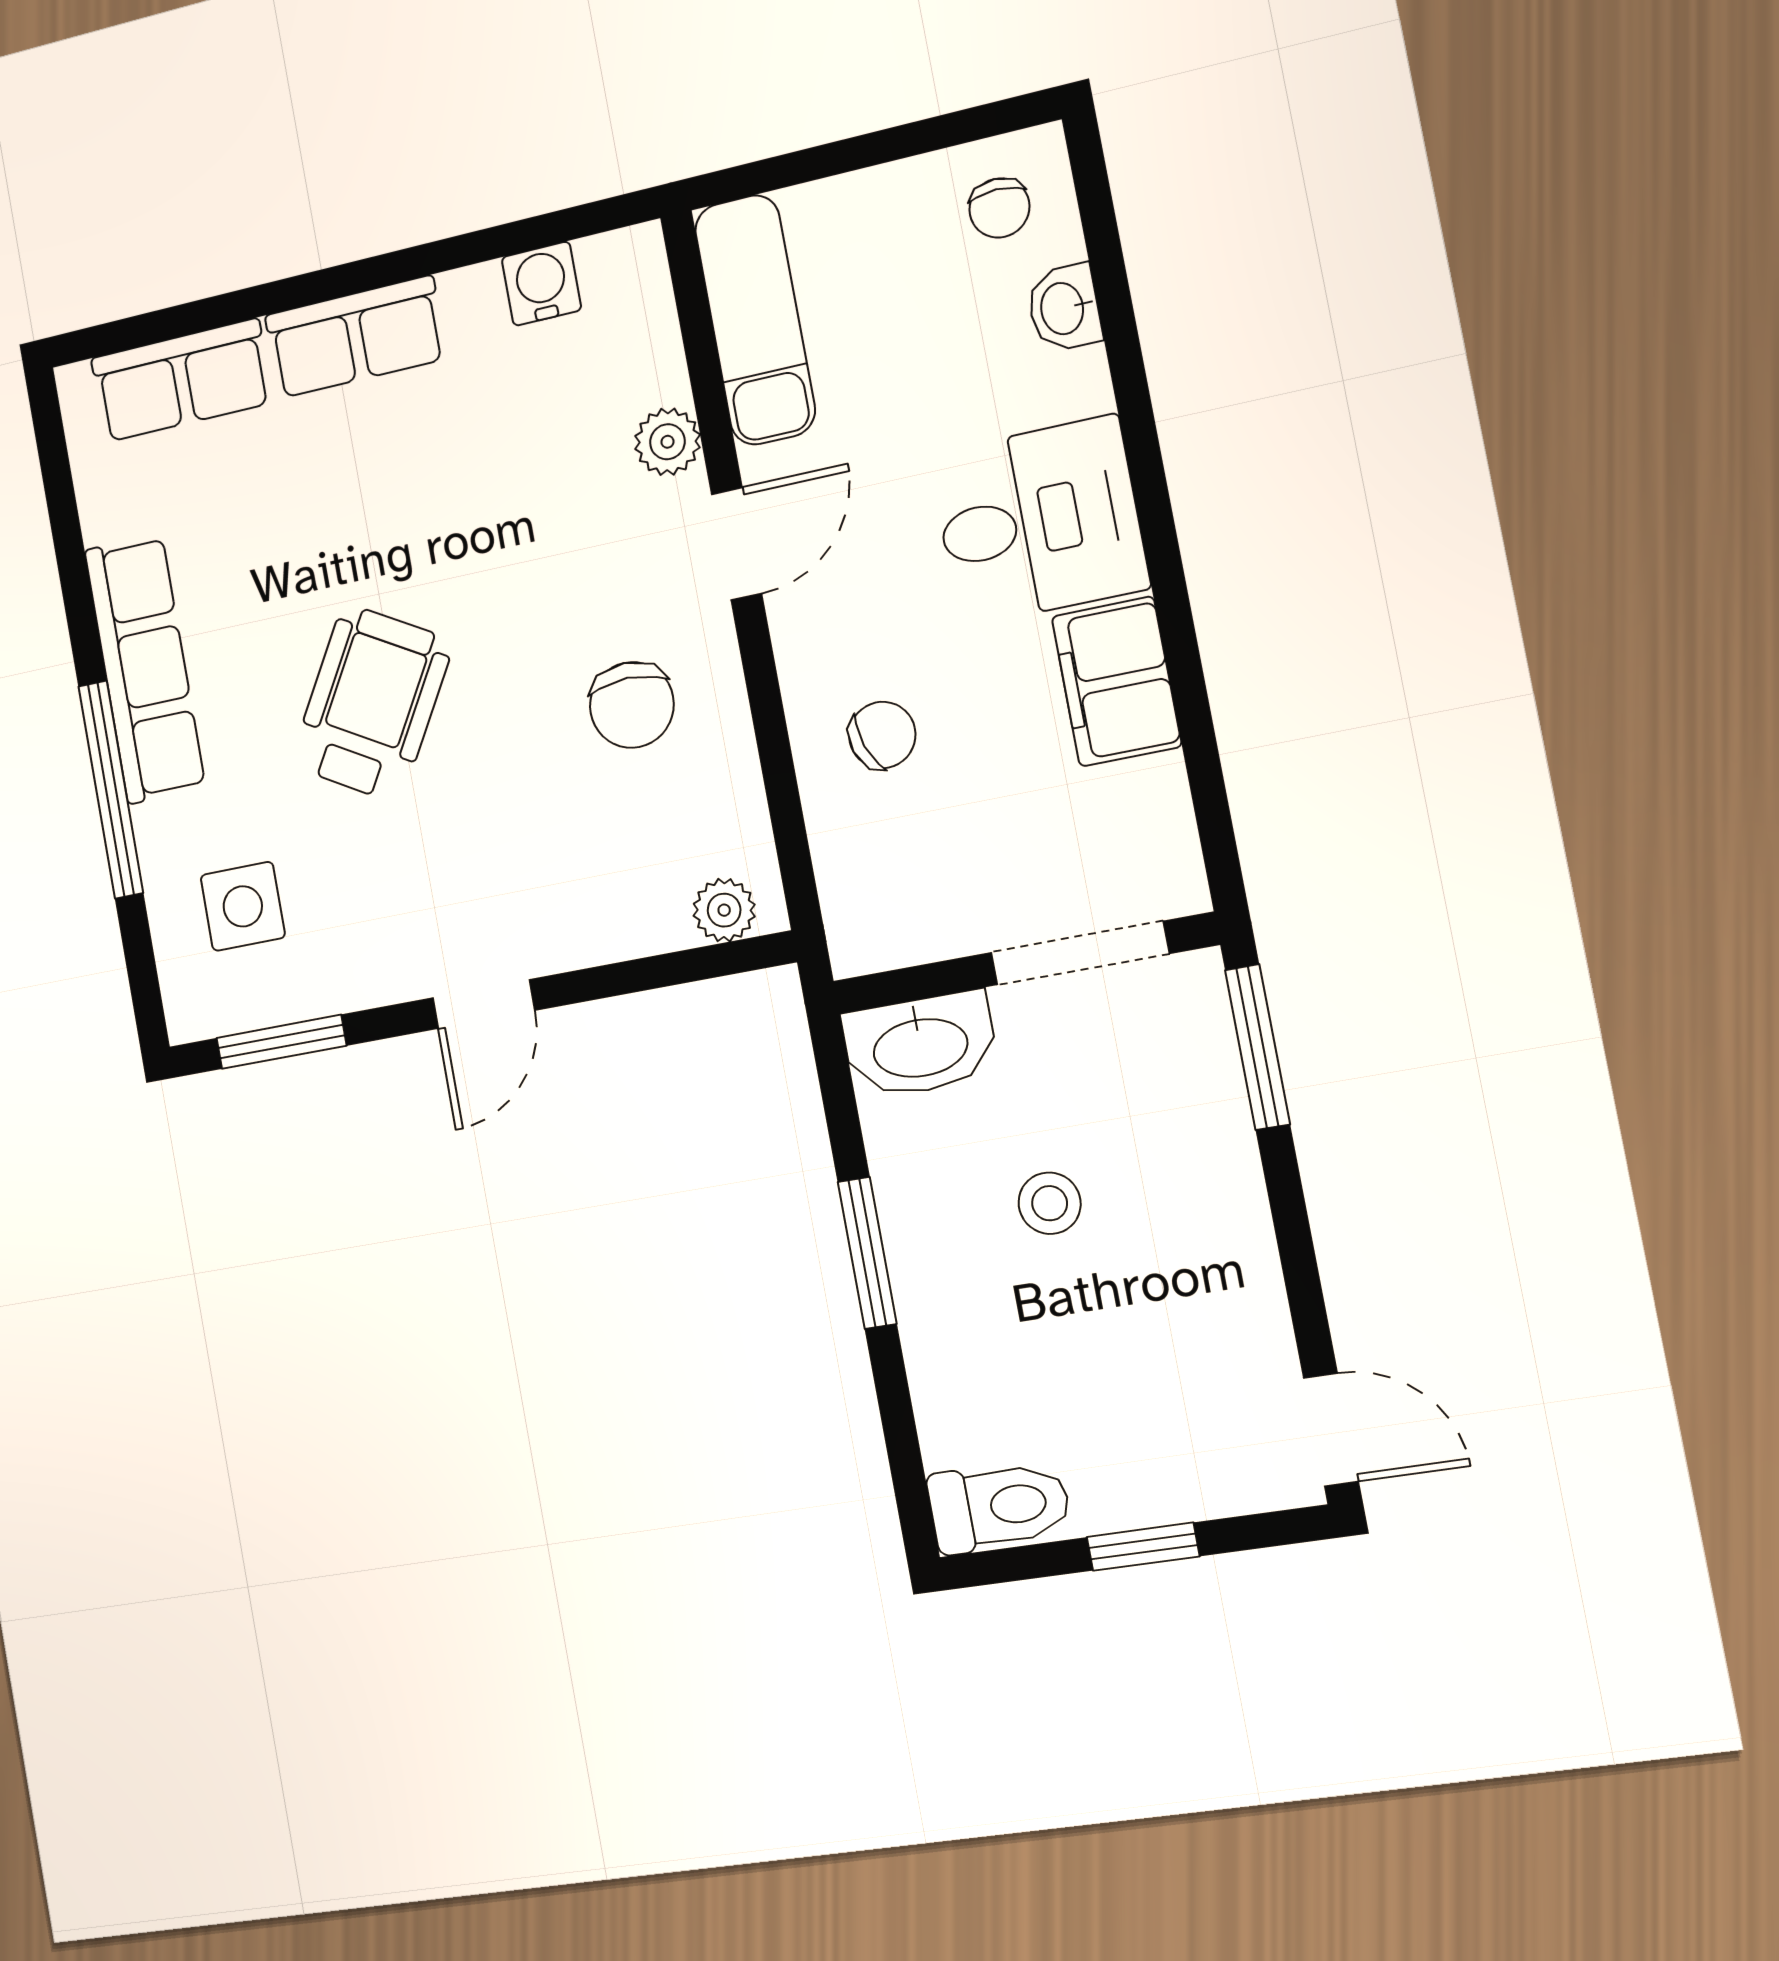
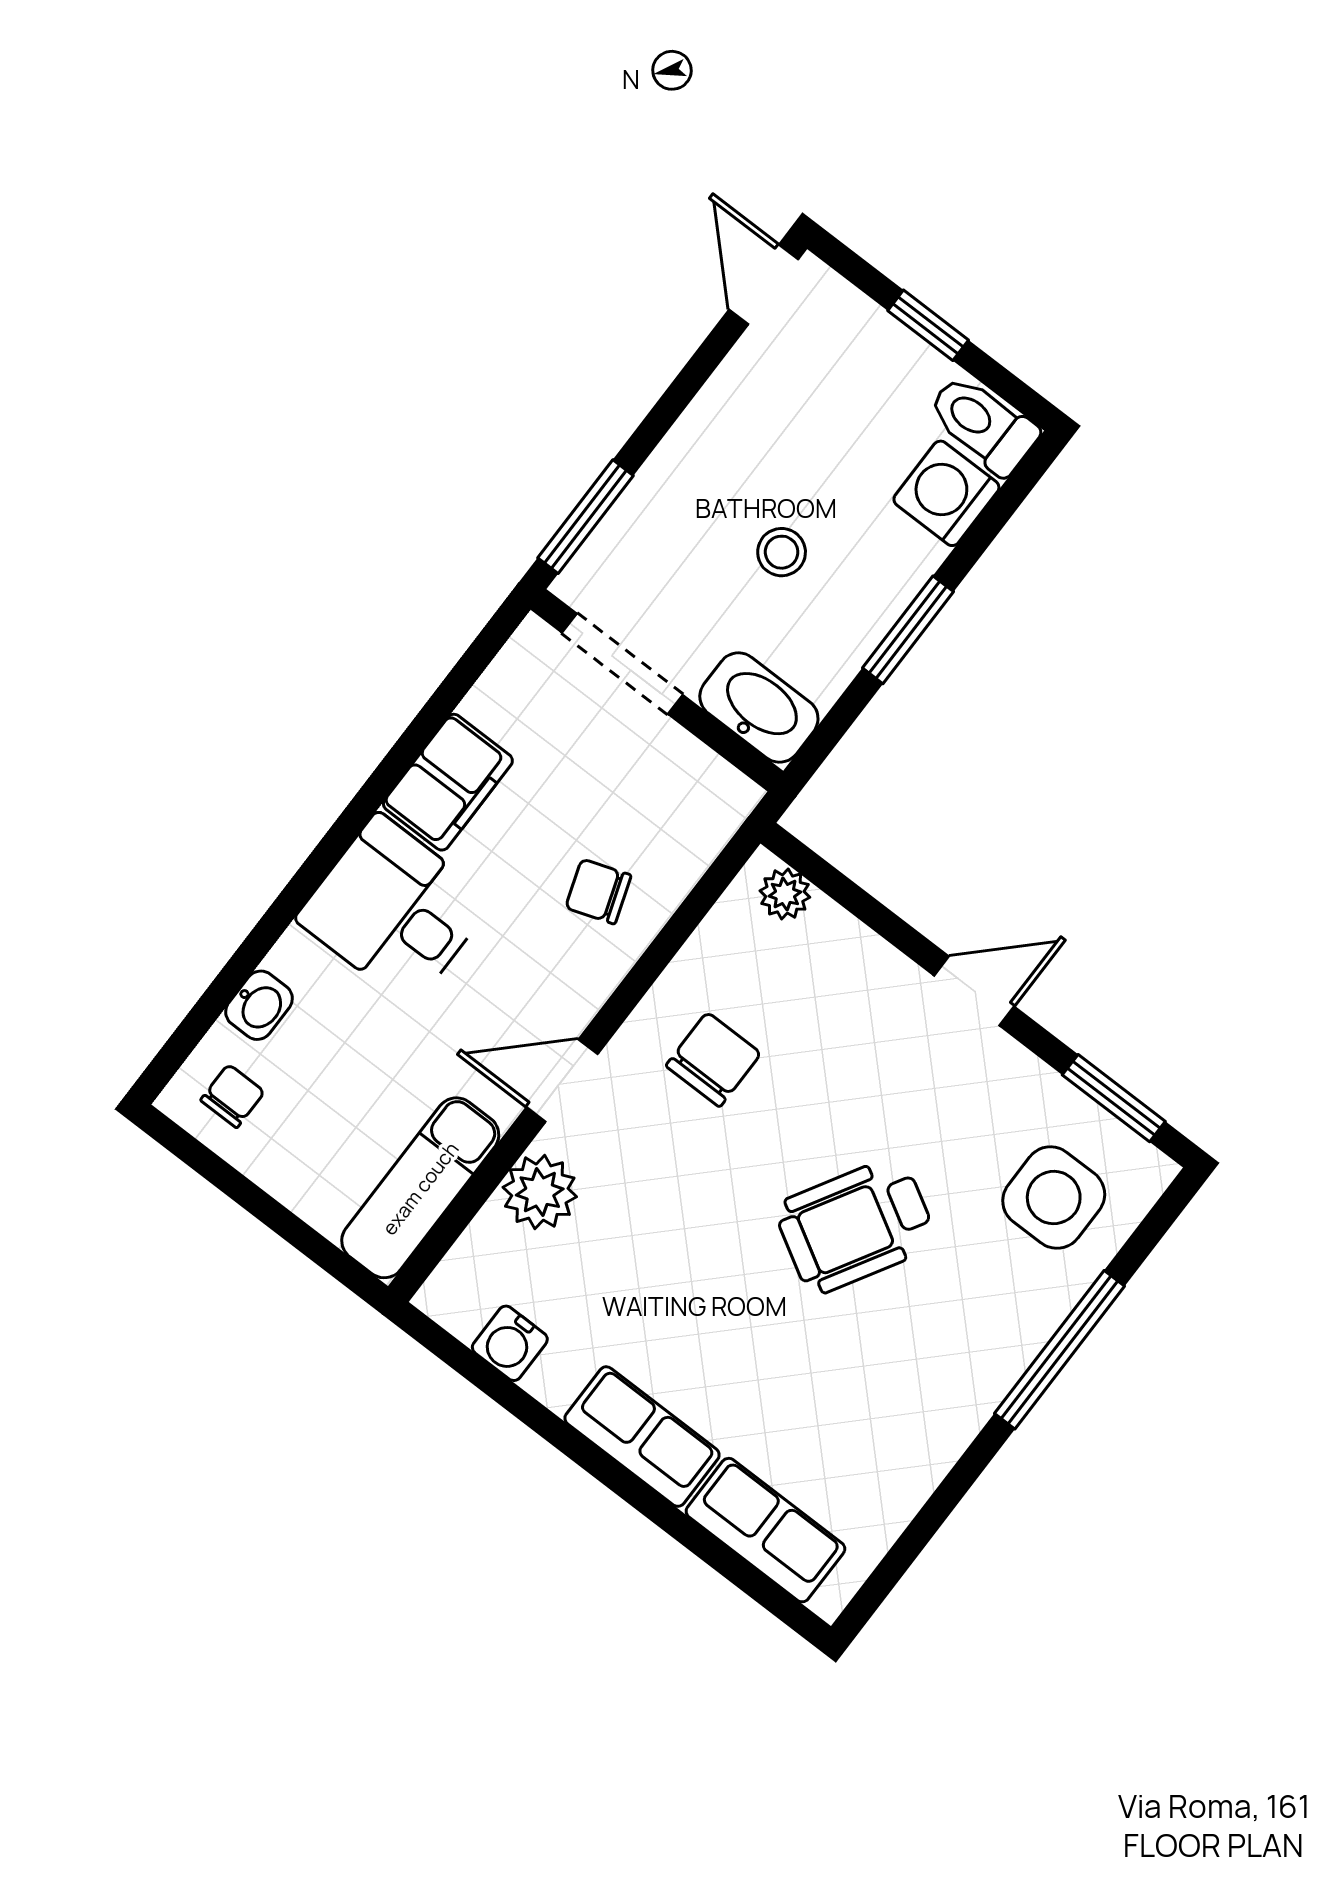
plant: (667, 442) -> (540, 1192), width x1.38, depth x1.38
row of seats: (145, 669) -> (965, 1394), removed
side table: (243, 906) -> (1054, 1198), width x1.37, depth x1.37
washing machine: (964, 1410) -> (946, 493), added

